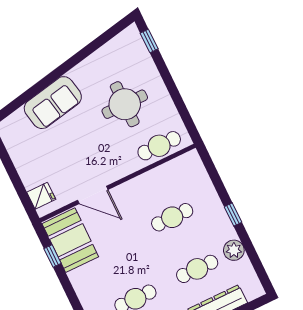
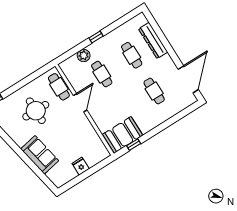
door: (93, 195) -> (80, 103), moved
fridge: (41, 196) -> (81, 166), moved
plant: (234, 250) -> (84, 55), moved

